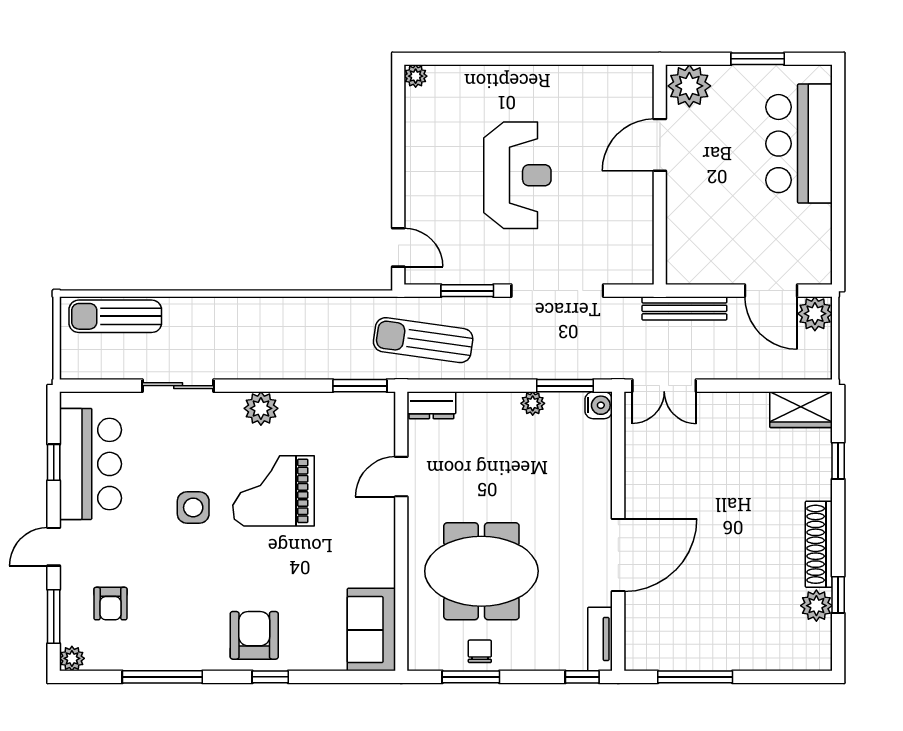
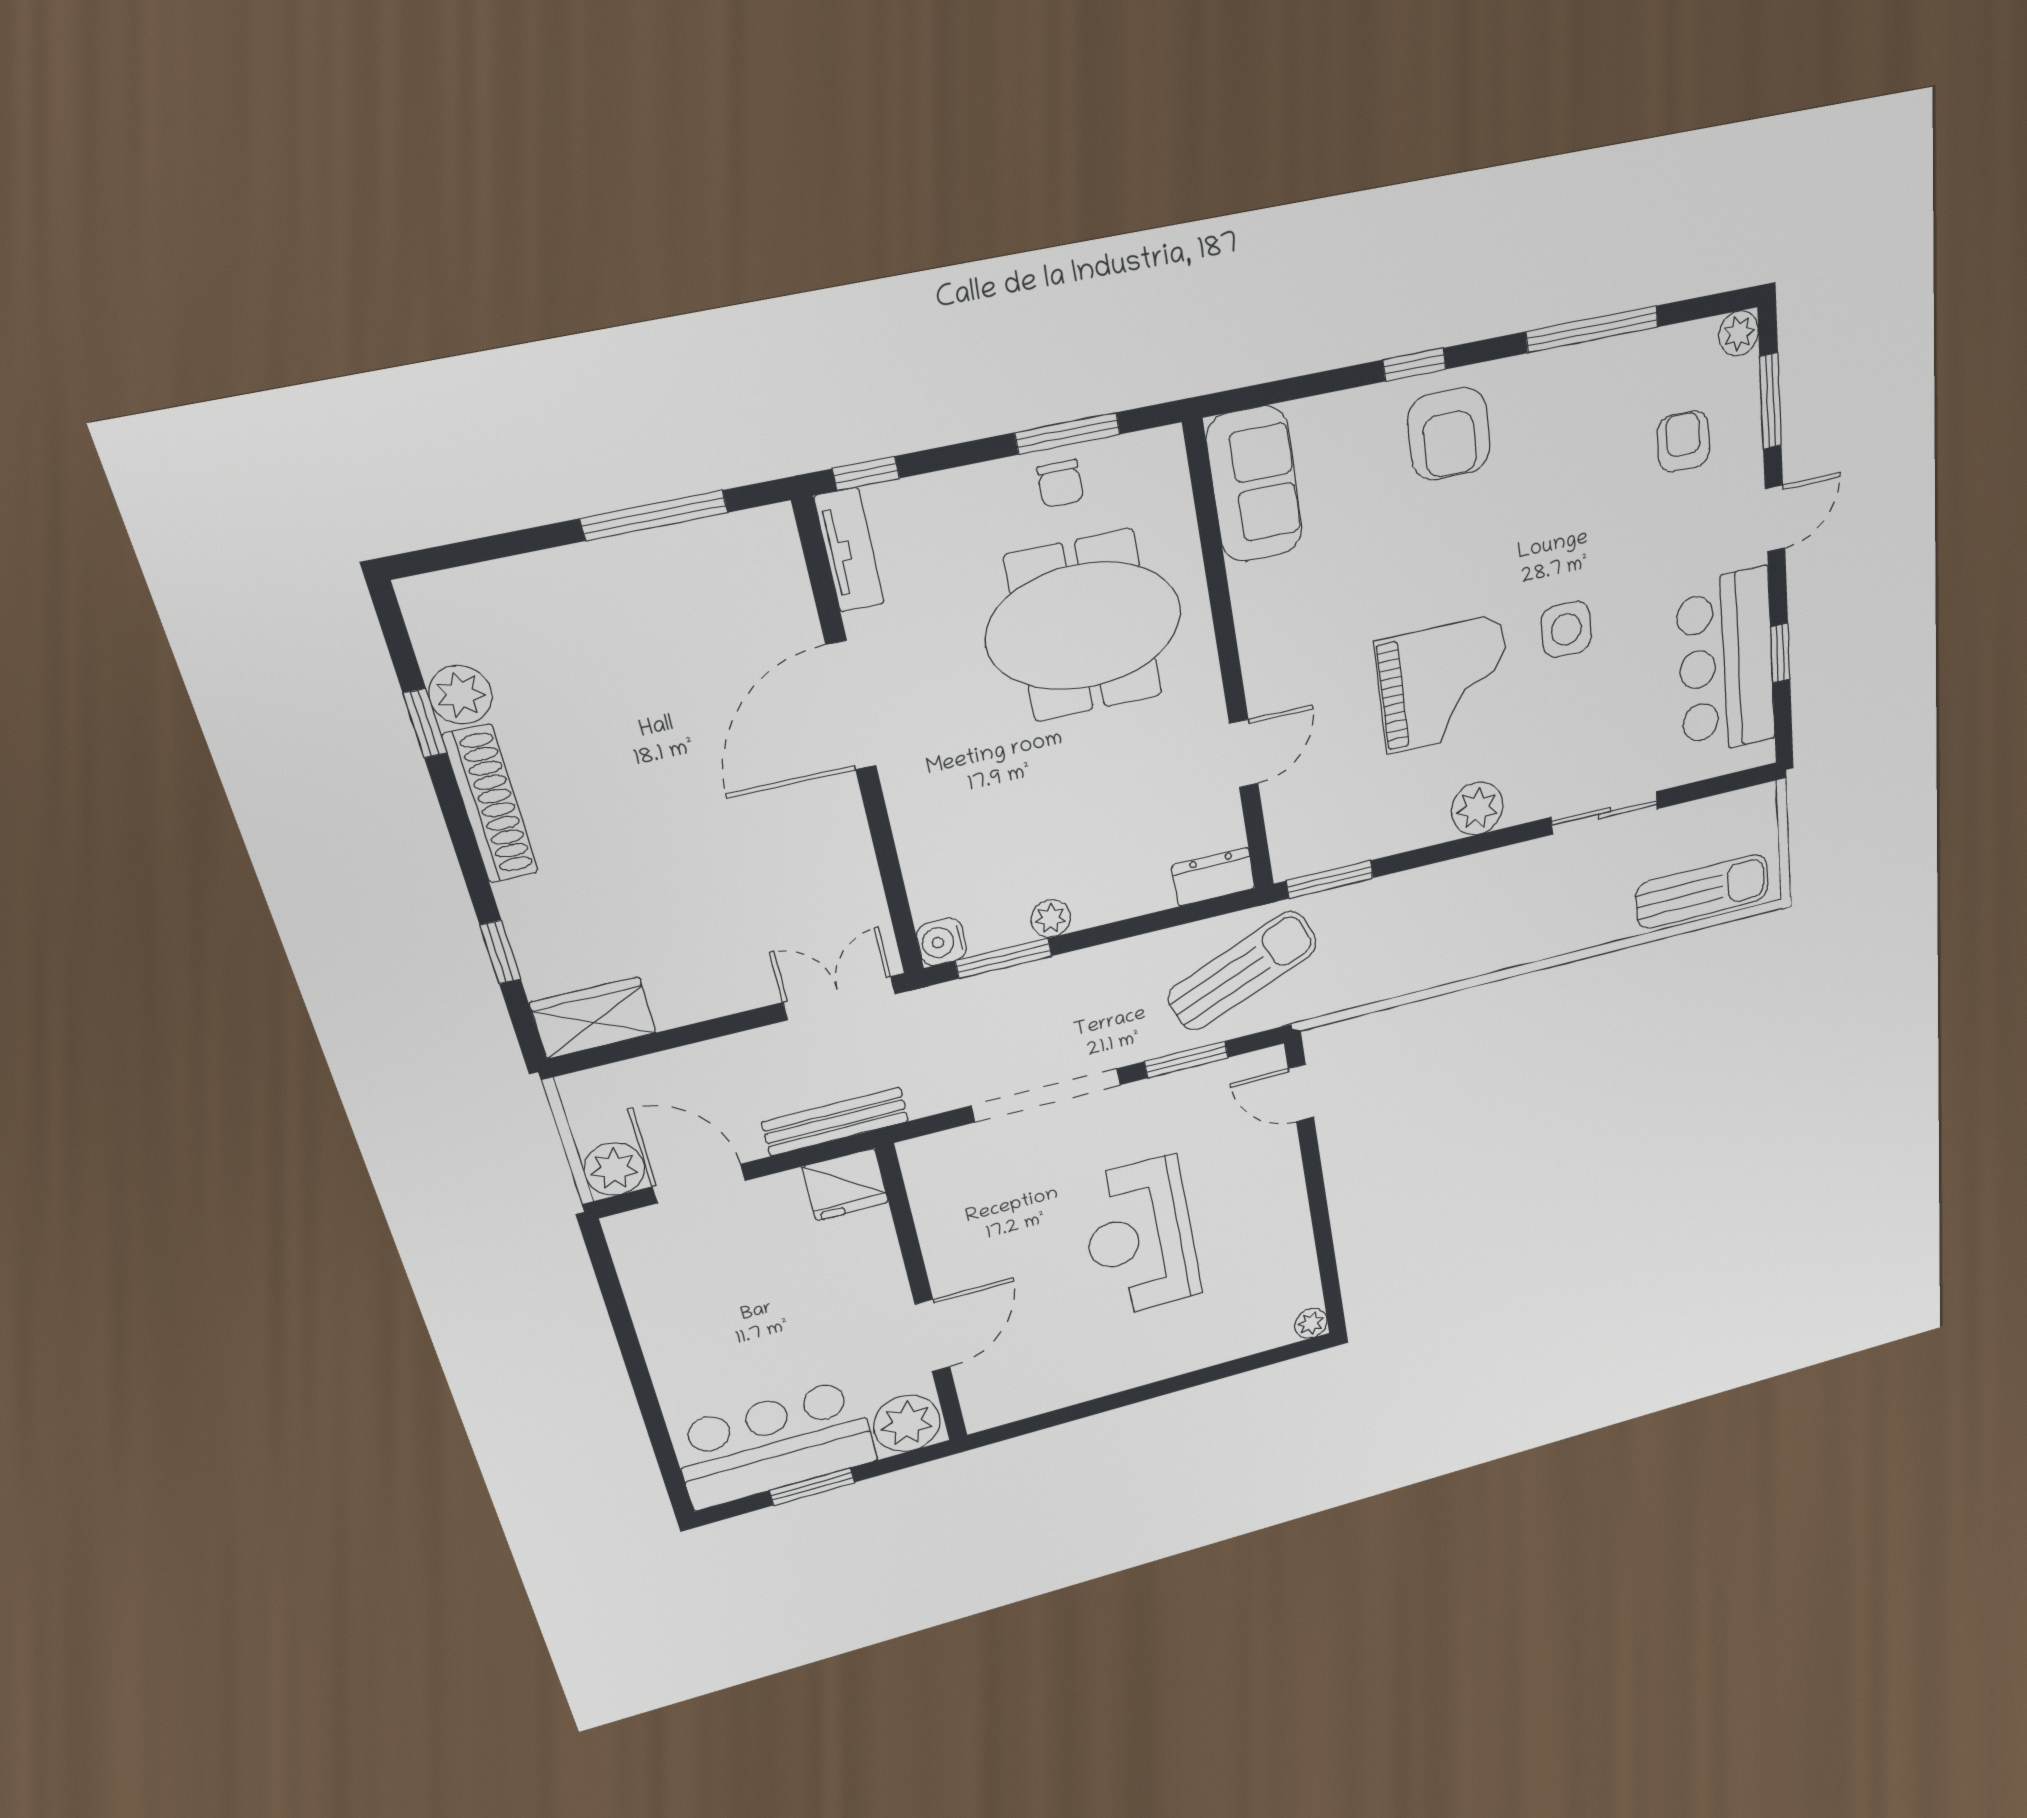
bar counter: (799, 144) -> (774, 1444), moved, turned -90
fridge: (688, 265) -> (845, 1185), added
sun lounger: (423, 340) -> (1242, 971), turned -30

